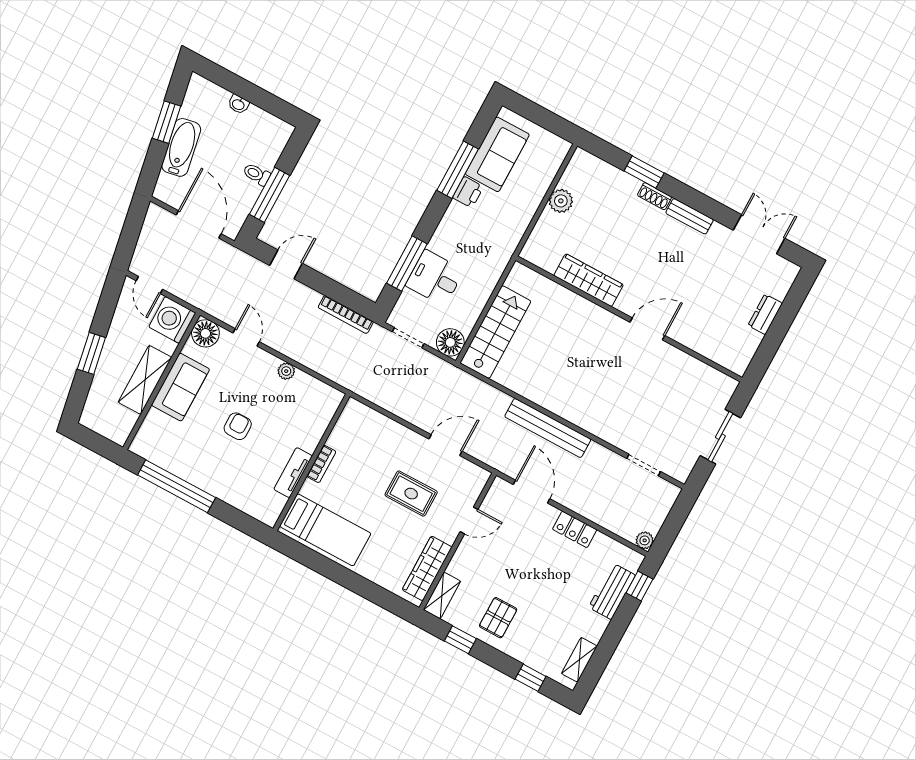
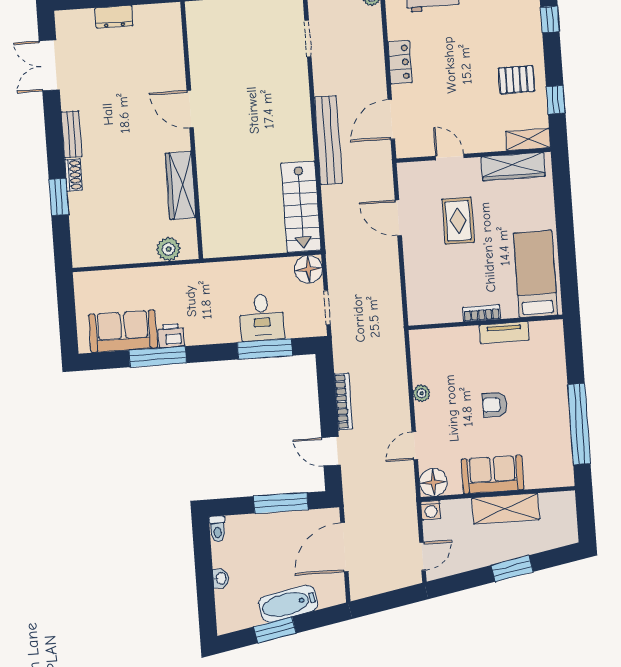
toilet: (257, 174) -> (217, 529), moved
plant: (561, 201) -> (168, 249), moved
bookcase: (346, 315) -> (343, 402), moved
washing machine: (172, 320) -> (431, 510), width x0.53, depth x0.53
stairs: (495, 332) -> (301, 207), moved, turned -90

